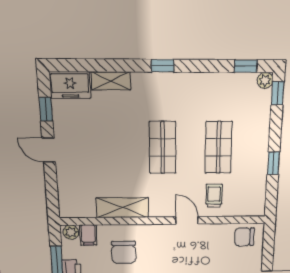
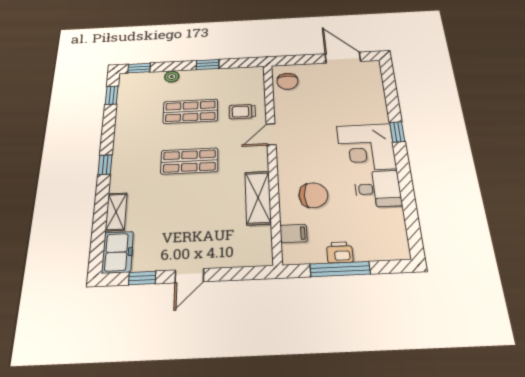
plant: (265, 80) -> (172, 77), moved
plant: (71, 232) -> (291, 253), removed

